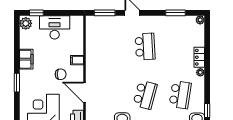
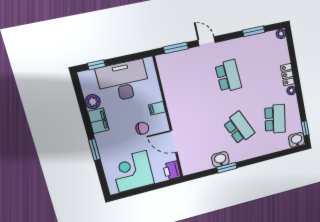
plant: (26, 23) -> (93, 102), moved
desk: (55, 27) -> (123, 81), width x1.36, depth x1.30
school desk: (145, 95) -> (239, 128), turned -39

